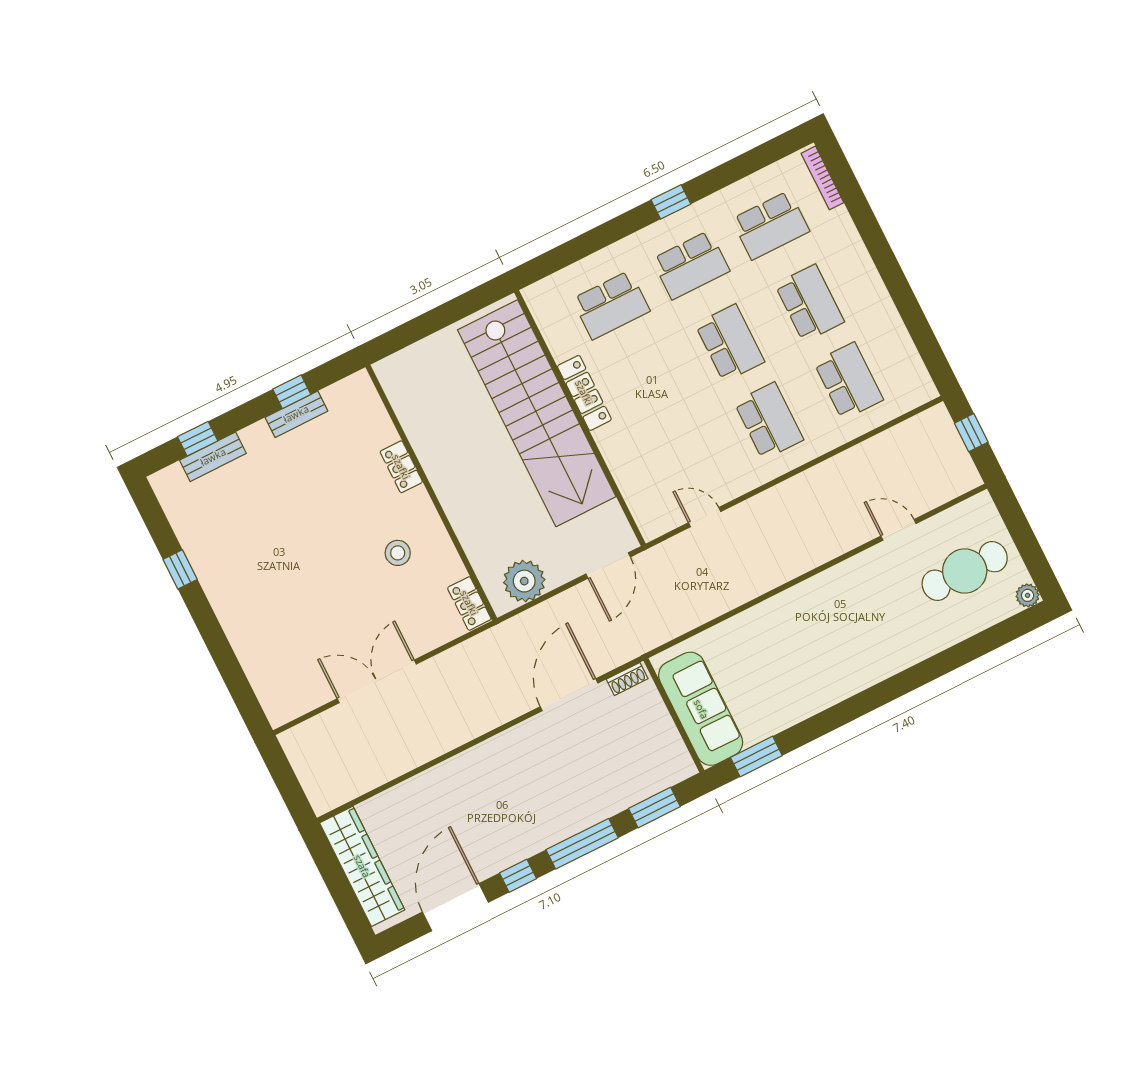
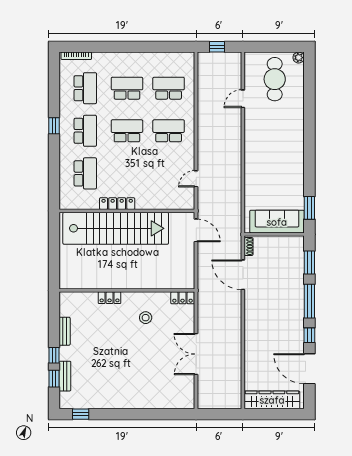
window: (292, 392) -> (54, 355), moved
window: (180, 569) -> (81, 414), moved
plant: (524, 581) -> (185, 270), removed

